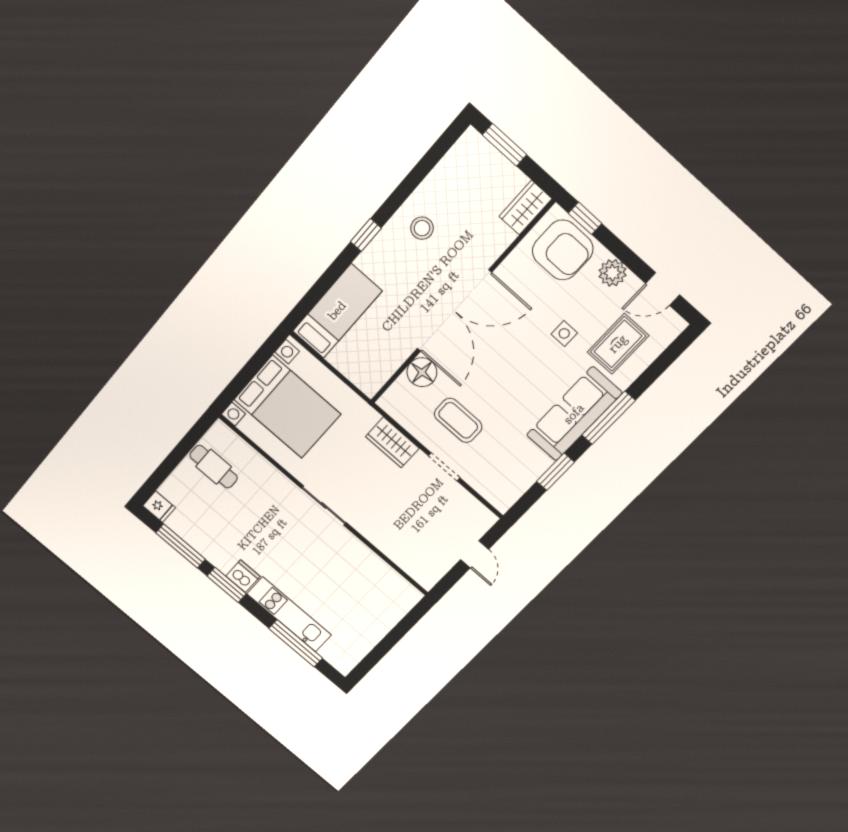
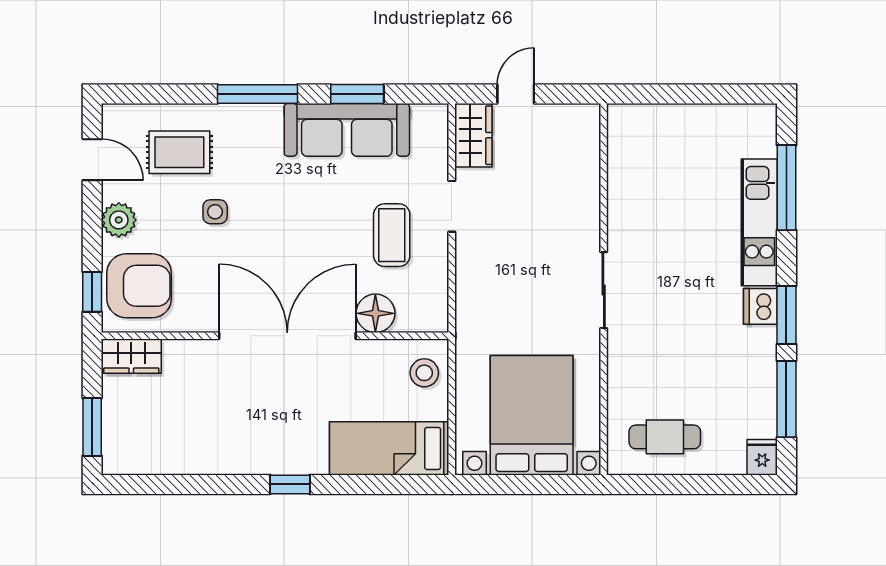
stool: (422, 228) -> (424, 373), moved
armchair: (563, 250) -> (139, 286), turned 90
sofa: (574, 414) -> (347, 130), moved
wardrobe: (392, 442) -> (473, 135), moved
cafe table: (214, 467) -> (665, 437), turned 90

